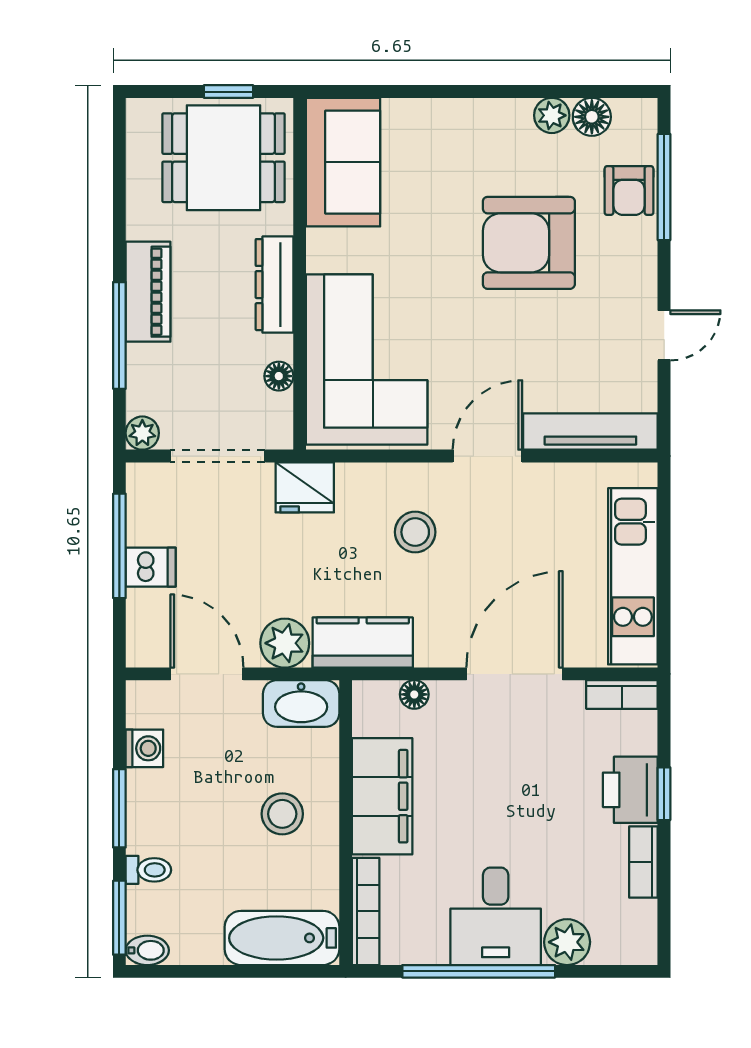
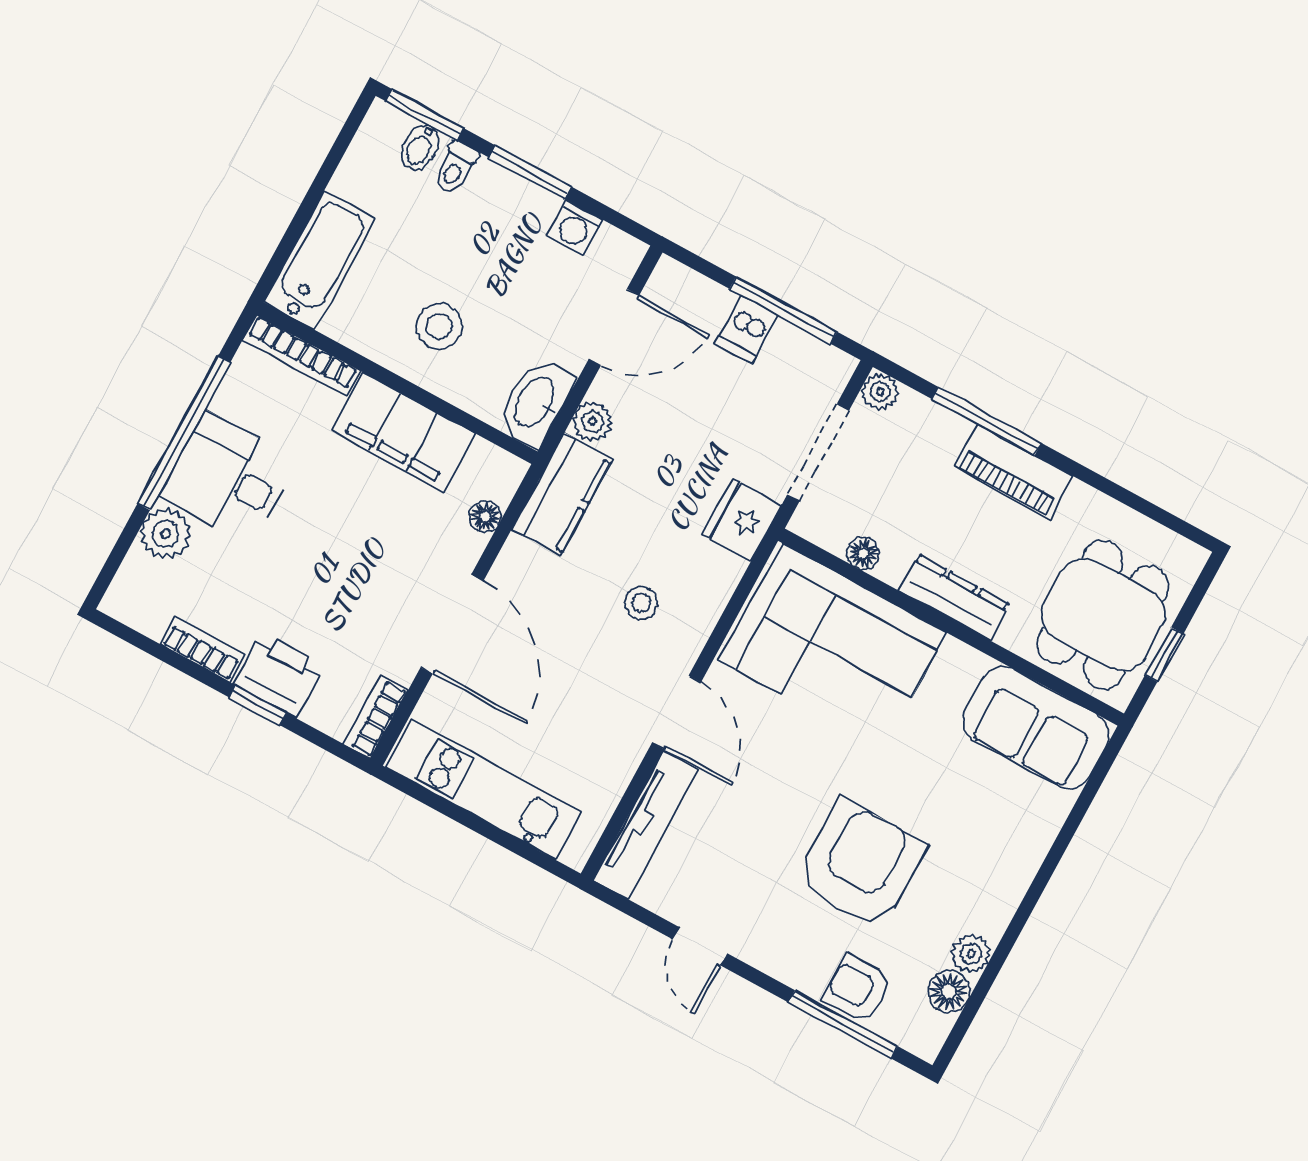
stool: (415, 532) -> (641, 603), width x0.73, depth x0.73
plant: (285, 643) -> (593, 422), width x0.73, depth x0.73
bidet: (147, 950) -> (420, 147), moved

